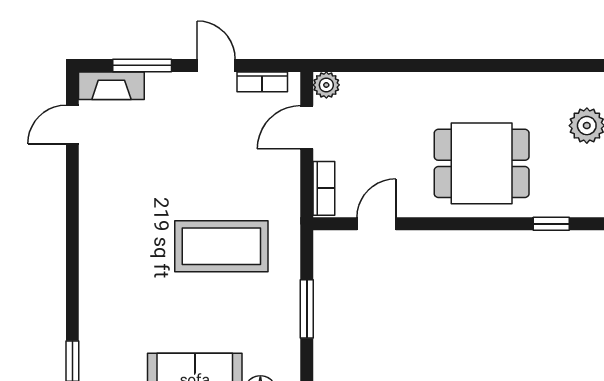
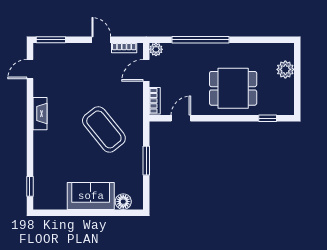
window: (142, 65) -> (51, 40), moved
window: (416, 65) -> (201, 40), added
fireplace: (111, 86) -> (40, 114), moved, turned -90
coffee table: (221, 246) -> (104, 129), turned 51

